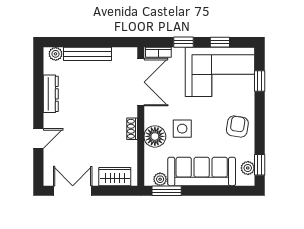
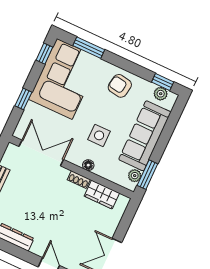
window: (220, 42) -> (44, 54), moved
bookcase: (158, 52) -> (22, 125), removed
window: (260, 81) -> (89, 48), width x1.50
floor lamp: (155, 136) -> (88, 165), width x0.53, depth x0.53
wardrobe: (115, 177) -> (102, 195), moved, turned -90

